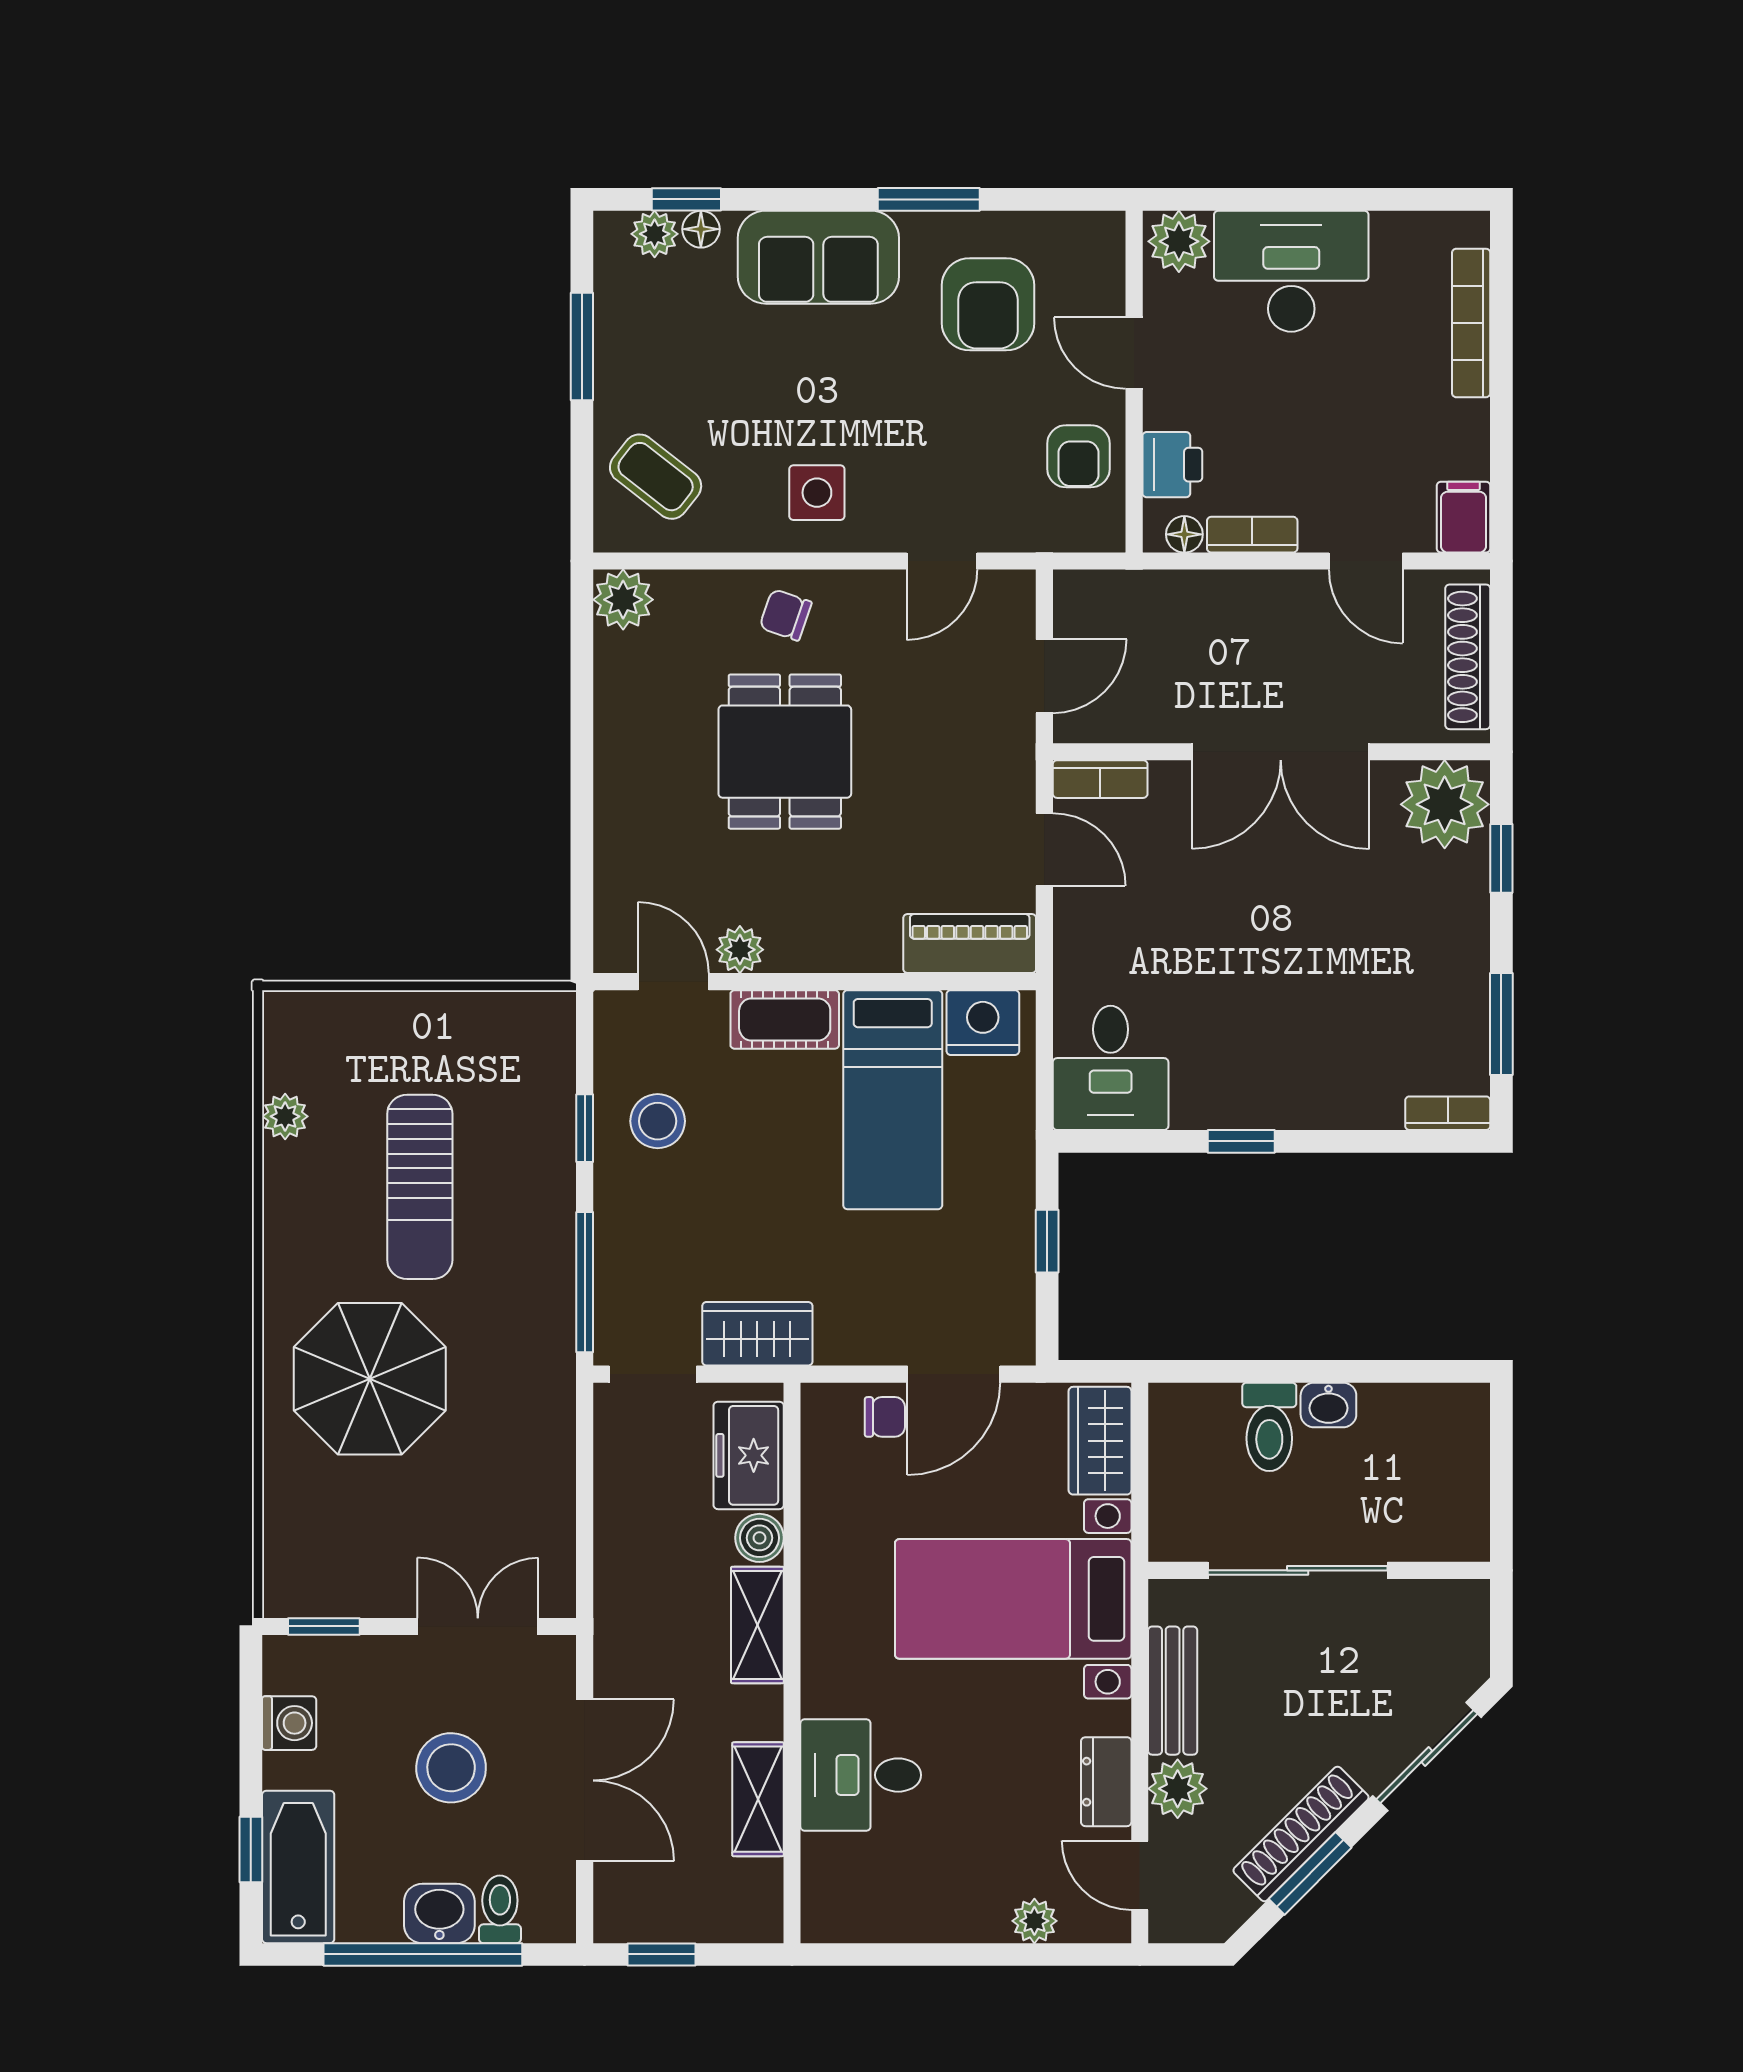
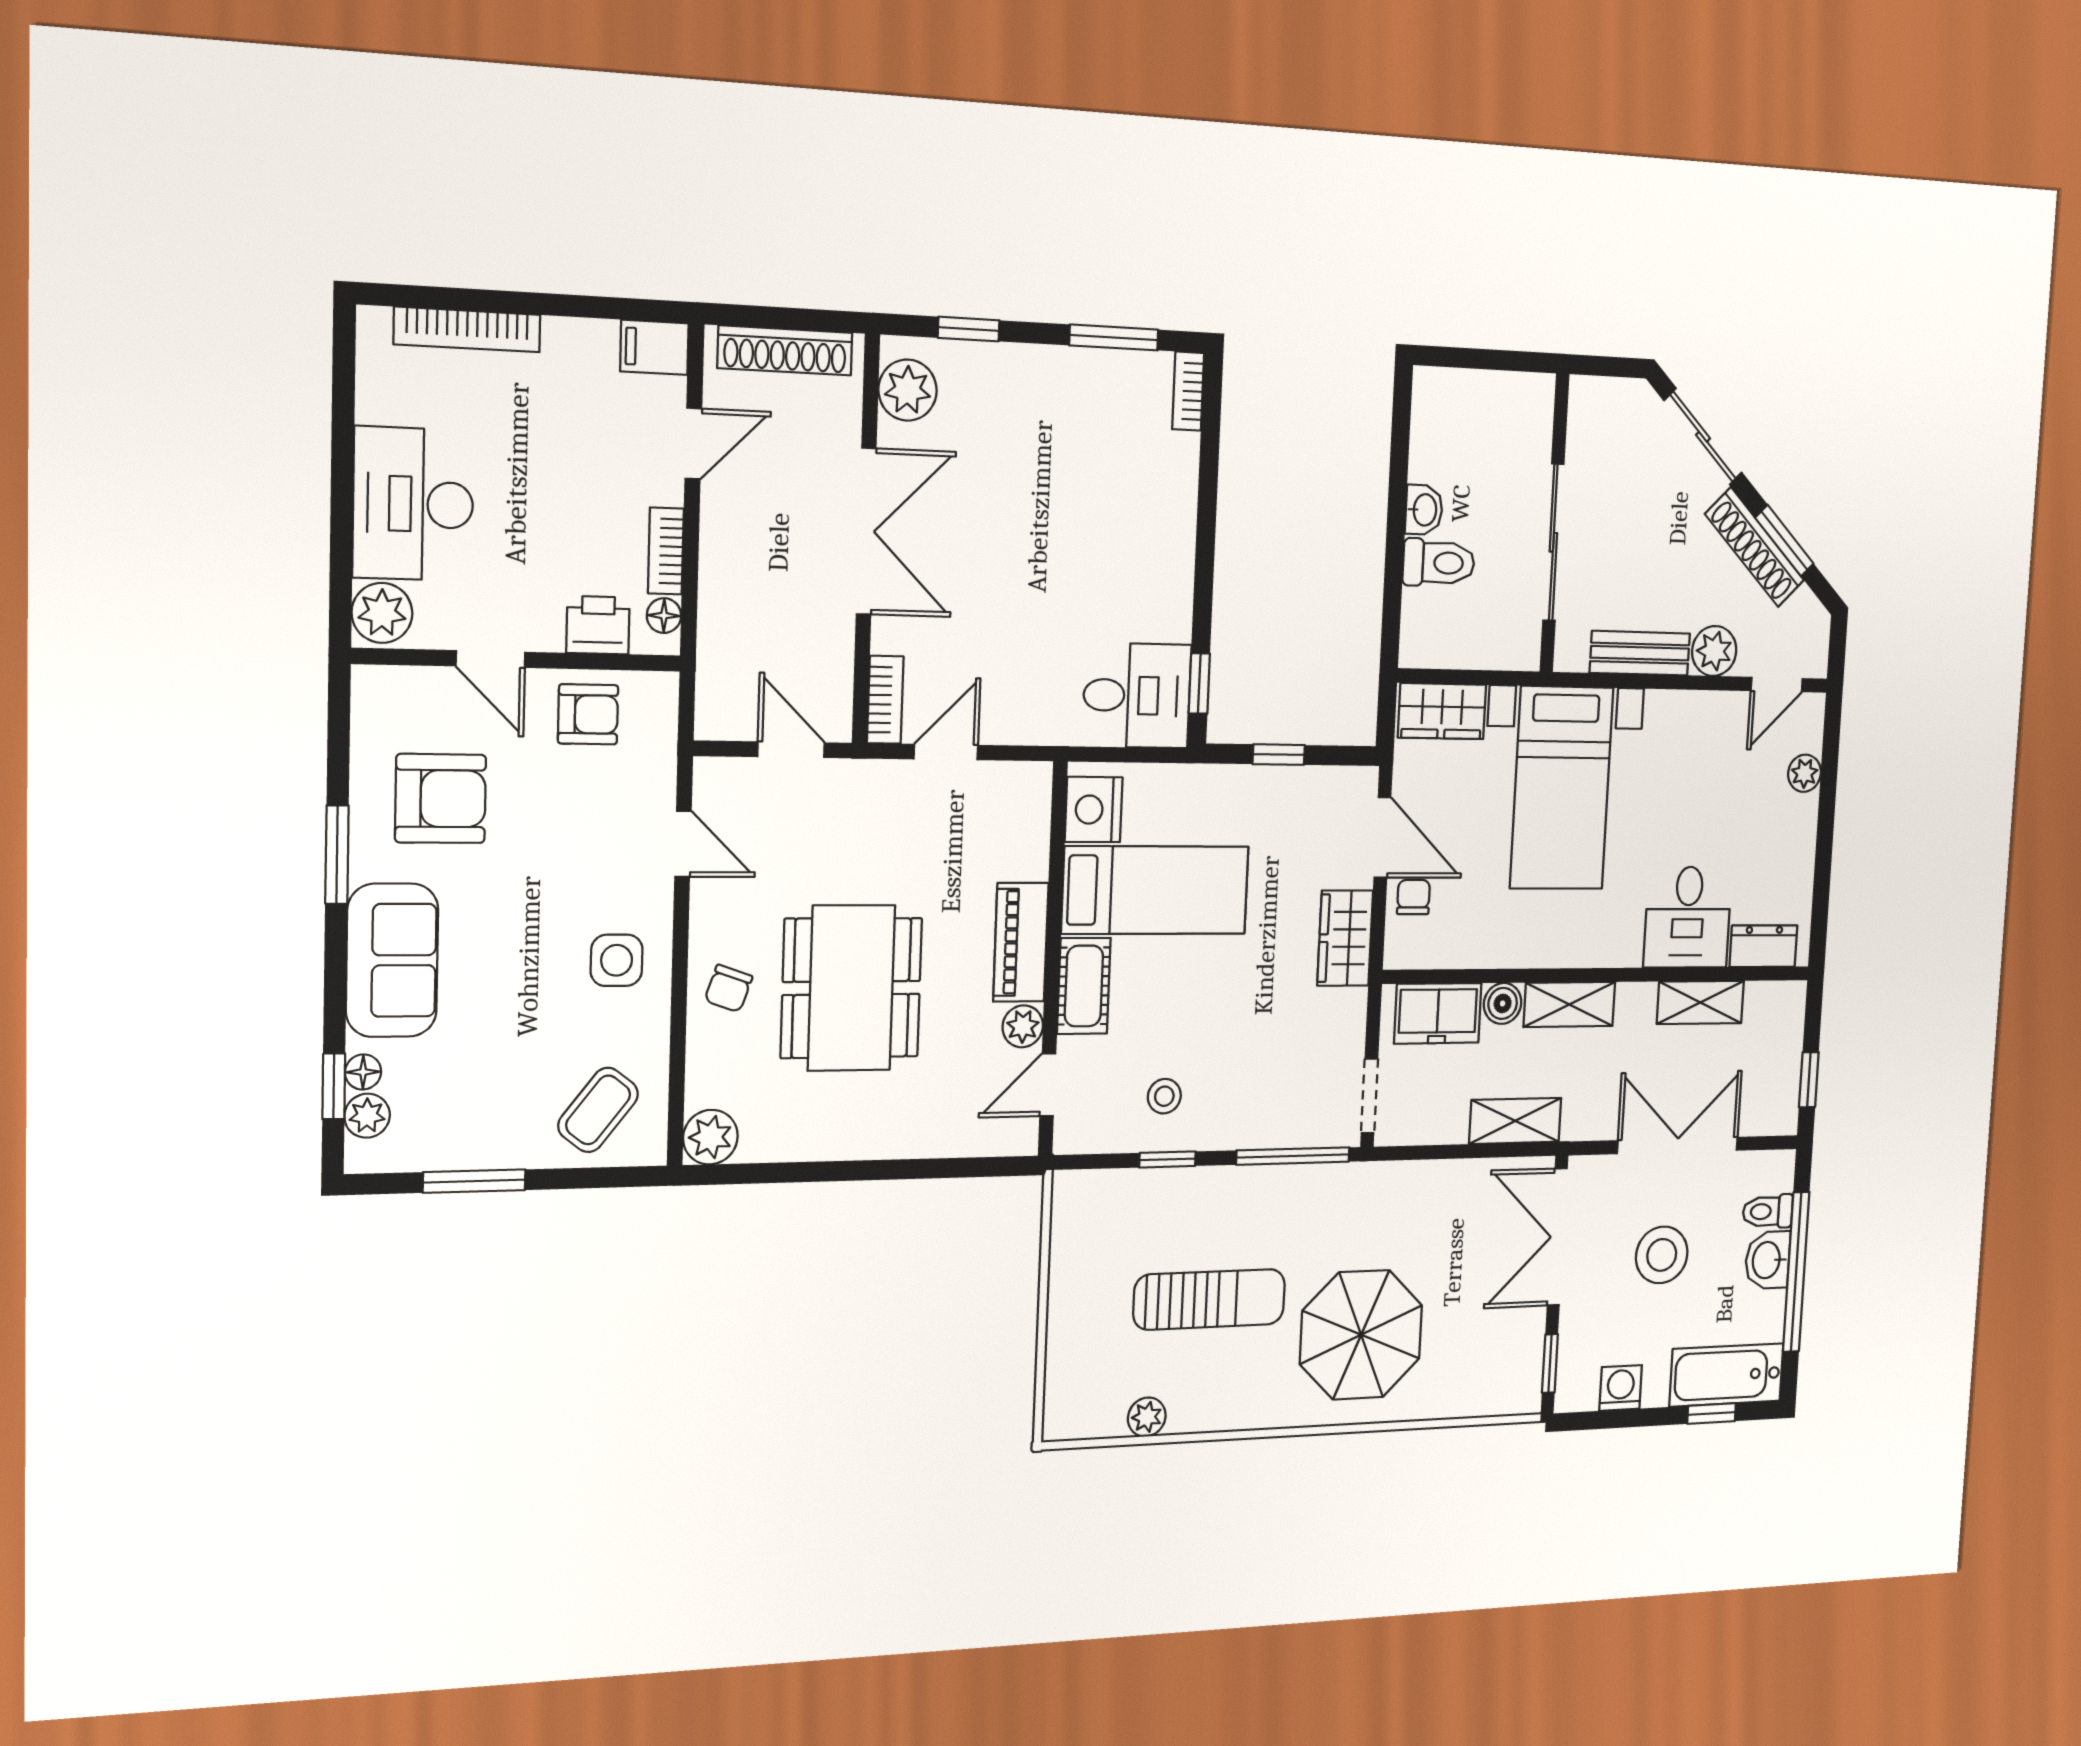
door: (1134, 353) -> (491, 659), hinge flipped
dining table: (785, 752) -> (851, 988), width x1.38
plant: (1445, 804) -> (908, 390), width x0.73, depth x0.73
piano: (970, 944) -> (1021, 942), moved
stool: (658, 1121) -> (1164, 1096), width x0.73, depth x0.73
window: (1241, 1141) -> (1199, 683), moved
wardrobe: (757, 1334) -> (1345, 938), moved
shelving: (619, 1563) -> (1515, 1121), added
double door: (478, 1626) -> (1557, 1237), width x1.37
dresser: (1106, 1782) -> (1763, 946), moved, turned 180

